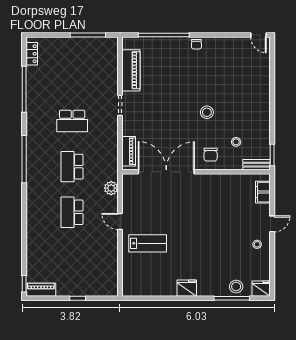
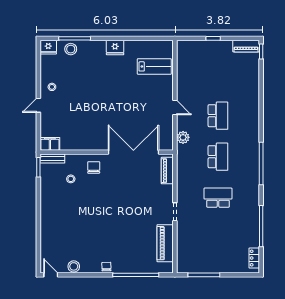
stool: (207, 112) -> (74, 266), moved
double door: (166, 172) -> (133, 152), swing flipped
filing cabinet: (263, 192) -> (50, 144), moved, turned -90
lab bench: (148, 243) -> (154, 66), moved, turned 180

